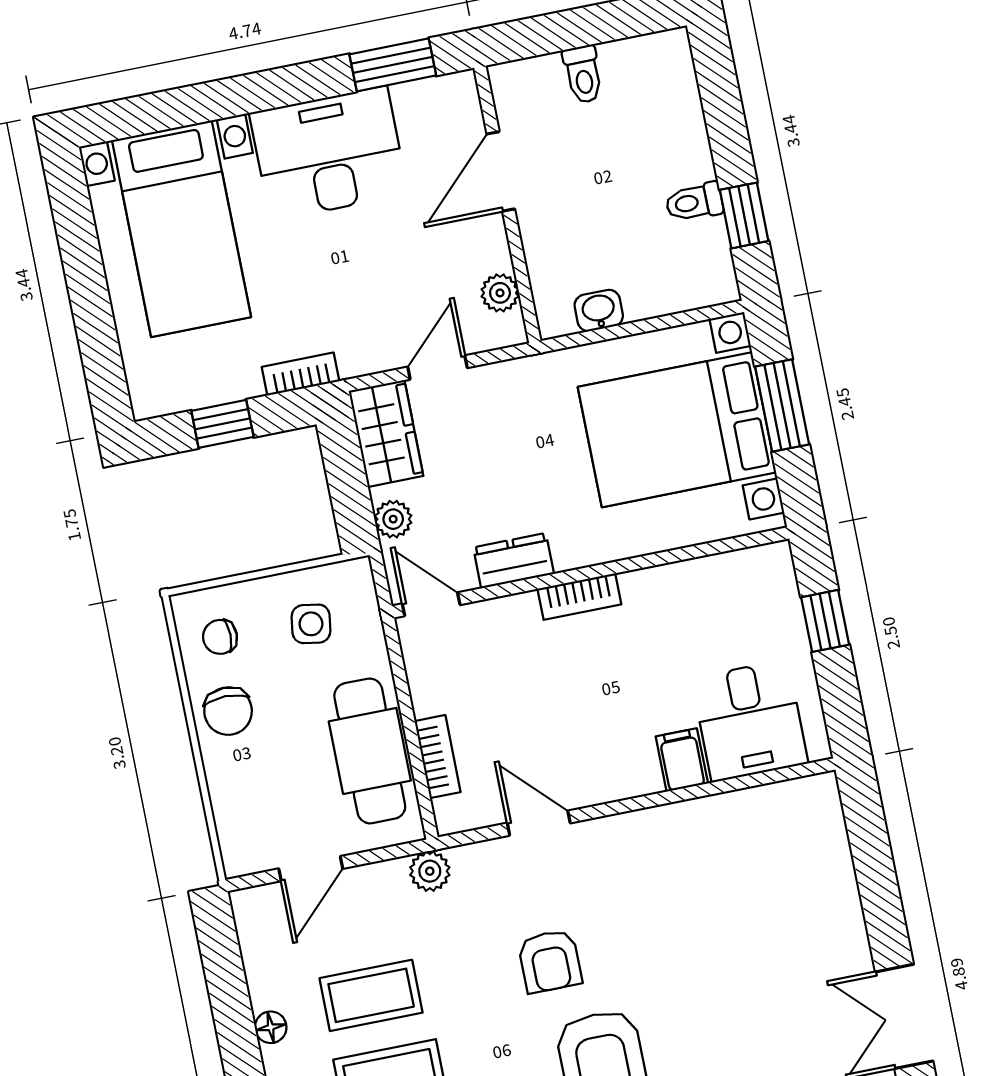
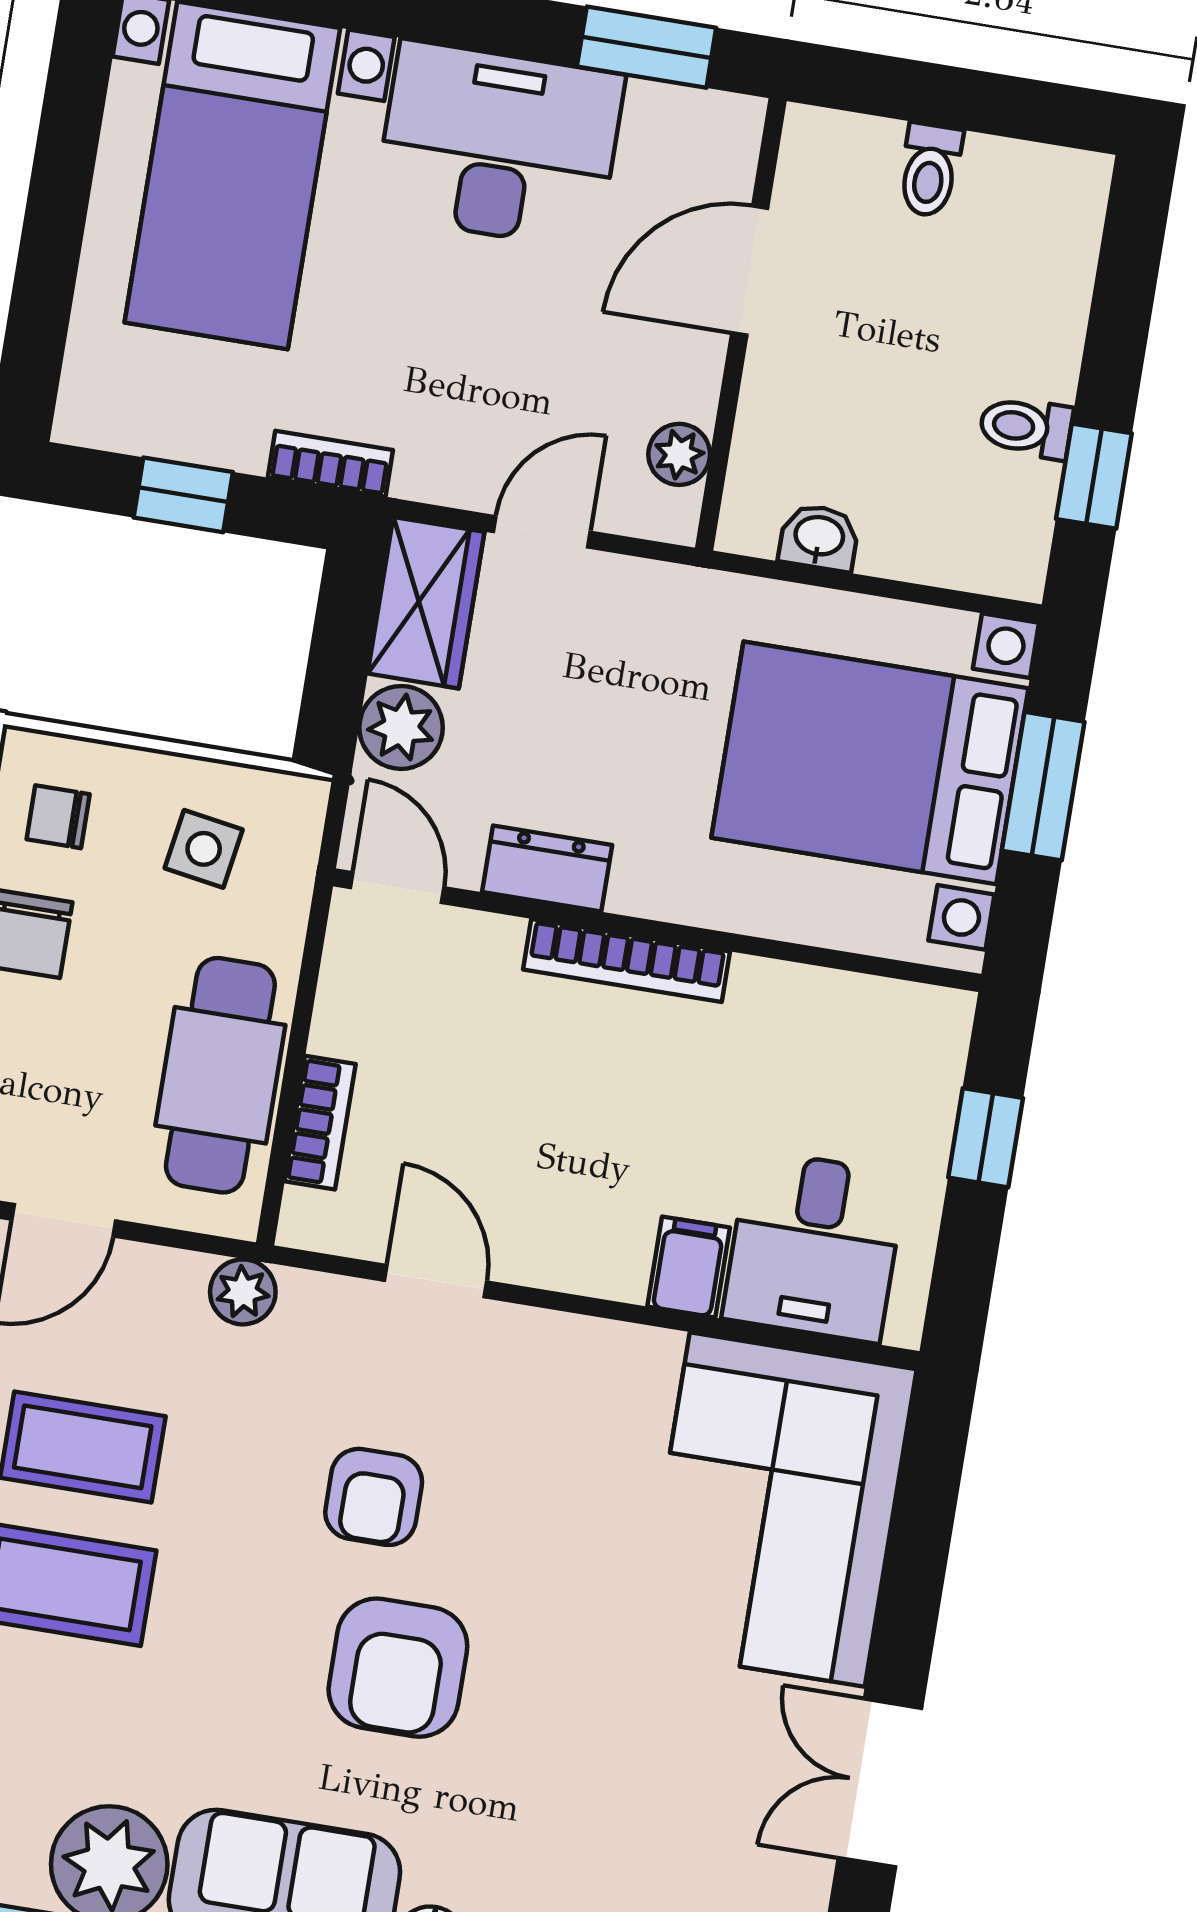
plant: (393, 519) -> (401, 727), width x1.38, depth x1.38
bookcase: (579, 597) -> (627, 961), width x1.56
corner sofa: (786, 881) -> (777, 1510), added

